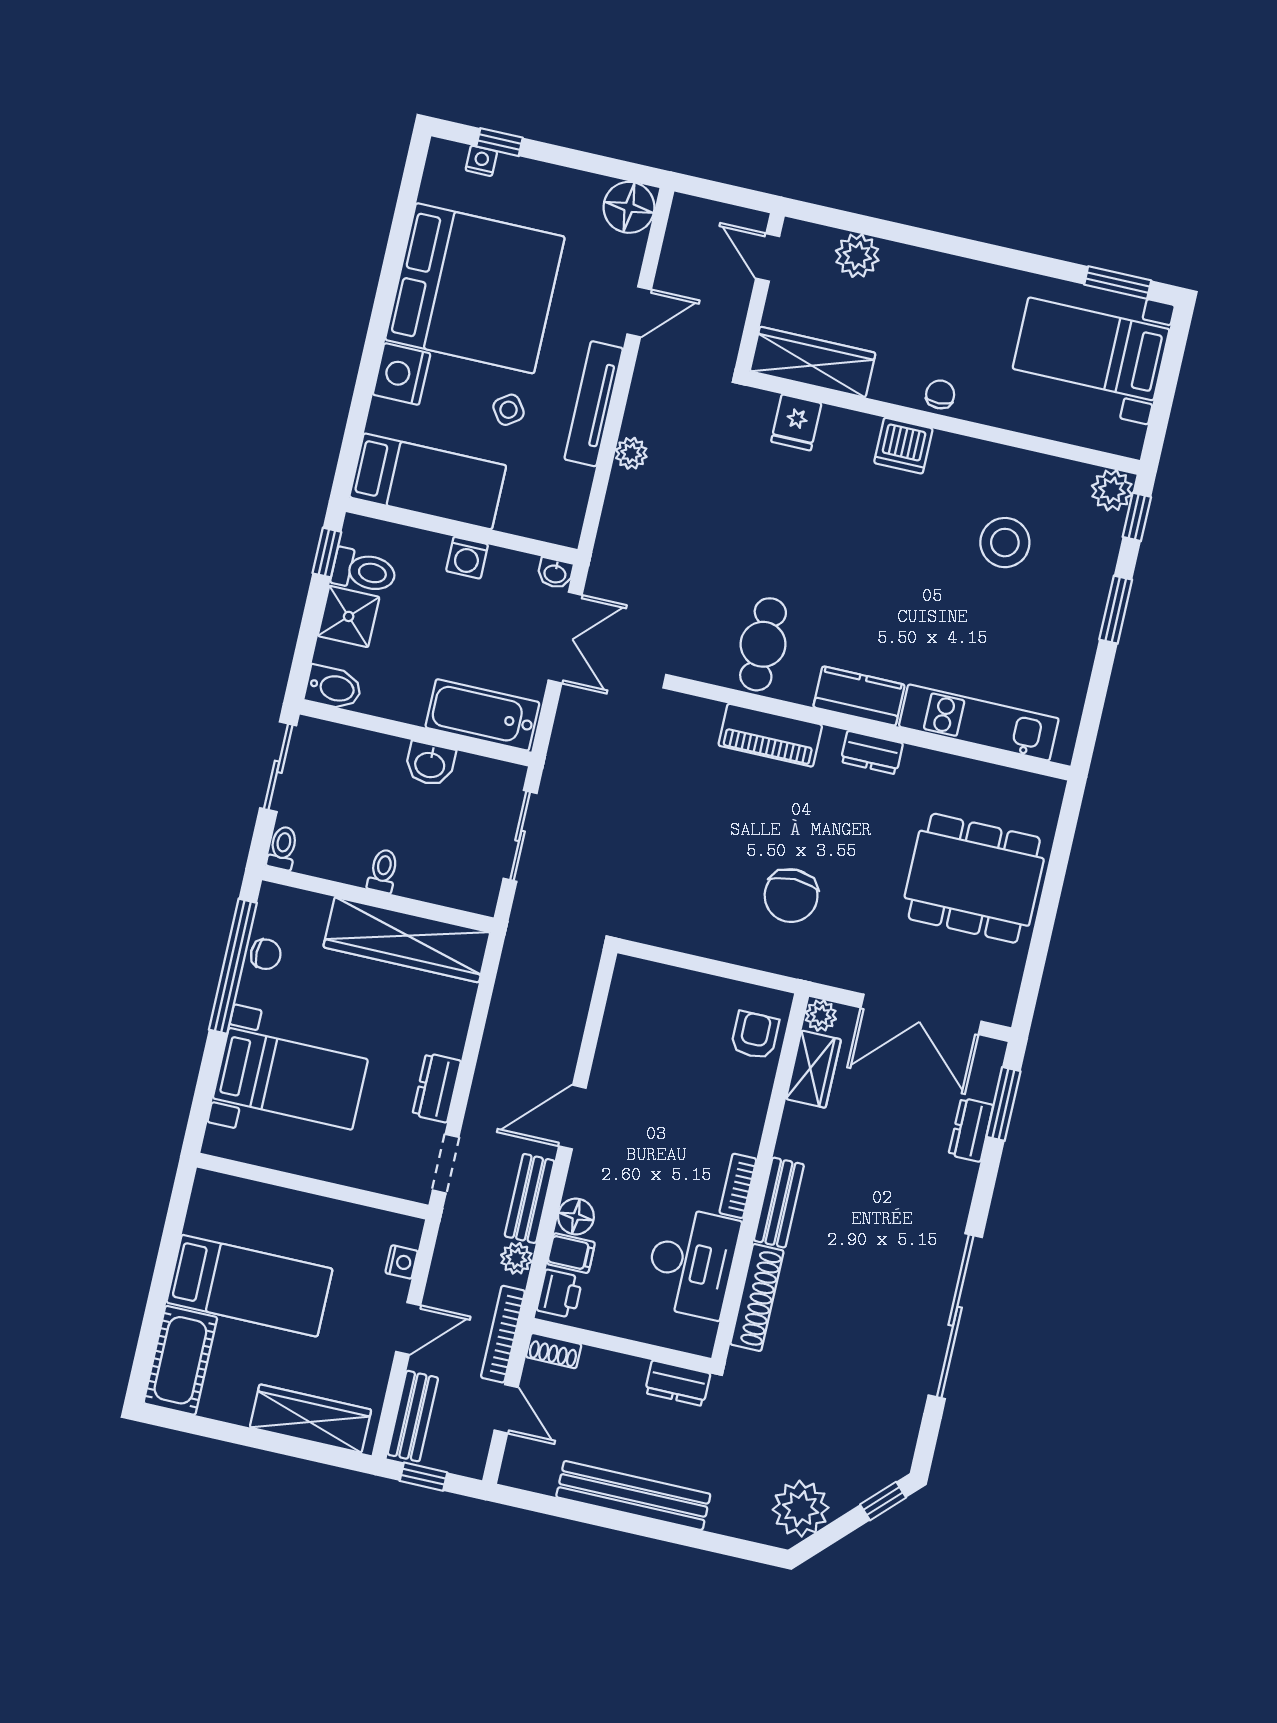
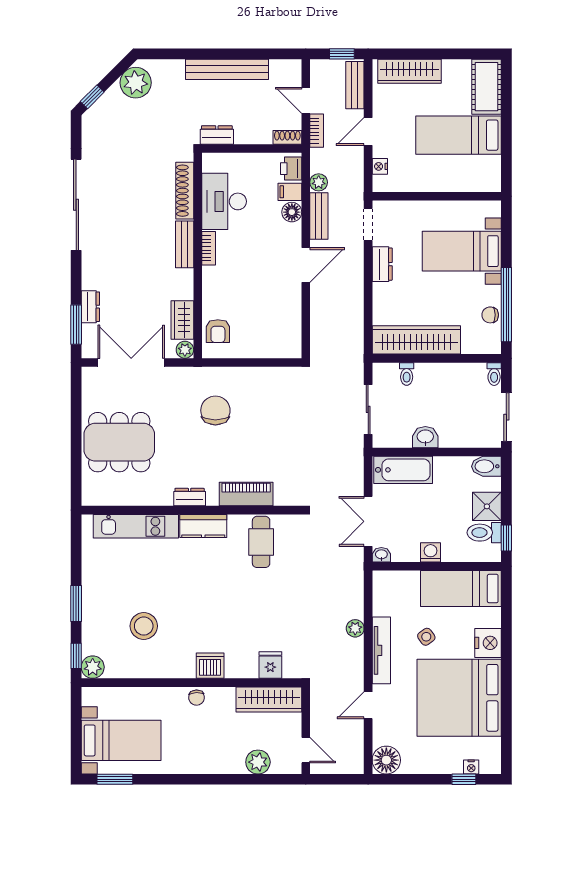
toilet: (383, 871) -> (407, 374), moved
bookcase: (503, 1334) -> (317, 131), width x0.64

